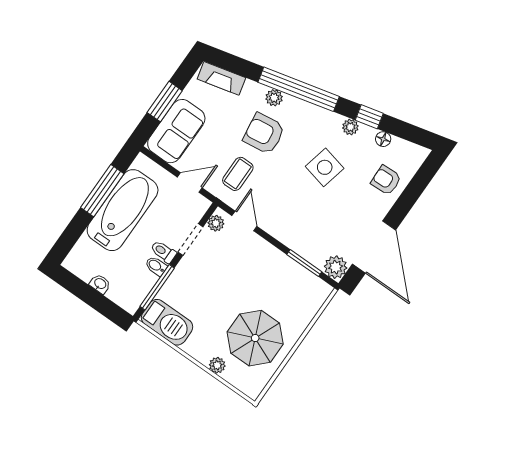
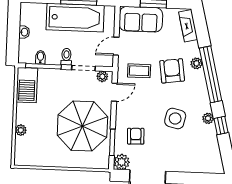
floor lamp: (383, 139) -> (213, 142), removed
armchair: (386, 180) -> (136, 136), moved
door: (190, 183) -> (116, 46), swing flipped
bidet: (156, 266) -> (40, 57), moved
parasol: (255, 338) -> (82, 126), moved, width x1.36, depth x1.36

